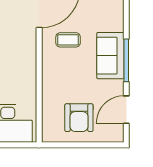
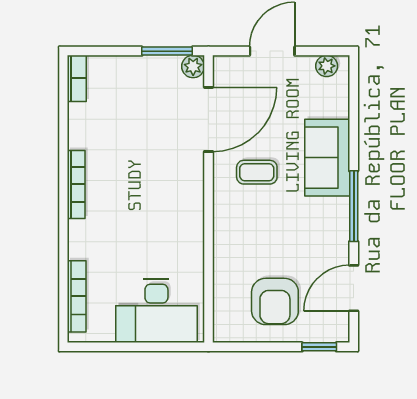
sofa: (110, 56) -> (327, 158), moved
window: (106, 145) -> (319, 347), added

